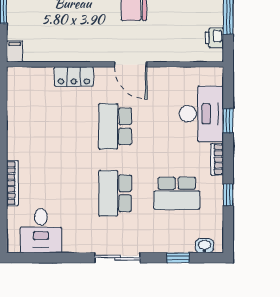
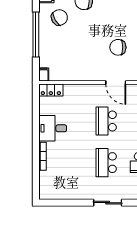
locker: (74, 77) -> (51, 90), moved
desk: (41, 231) -> (53, 128), moved, turned 90

